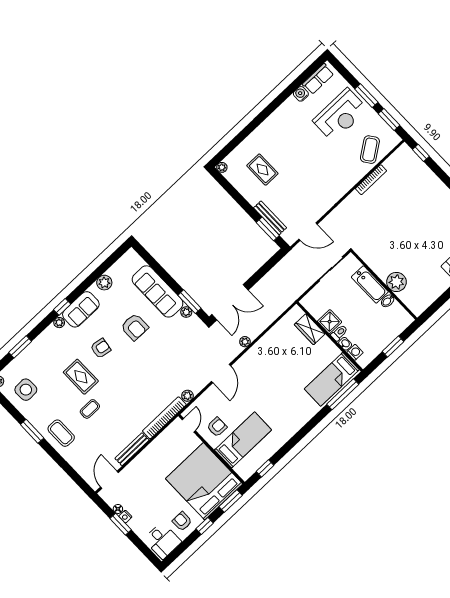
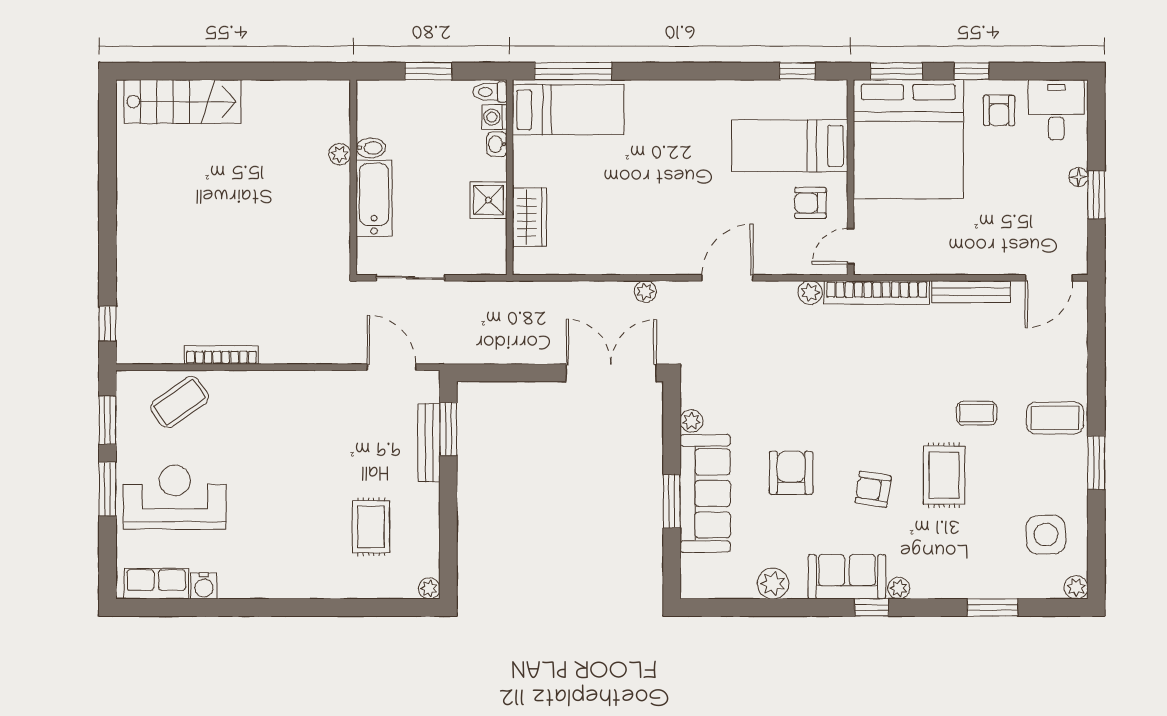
plant: (396, 282) -> (340, 154), width x0.53, depth x0.53
window: (189, 302) -> (672, 501), moved
toilet: (339, 333) -> (490, 92), moved
coffee table: (61, 433) -> (1055, 418), turned 90
floor lamp: (118, 509) -> (1078, 177), moved
nightstand: (125, 517) -> (1078, 199), removed

